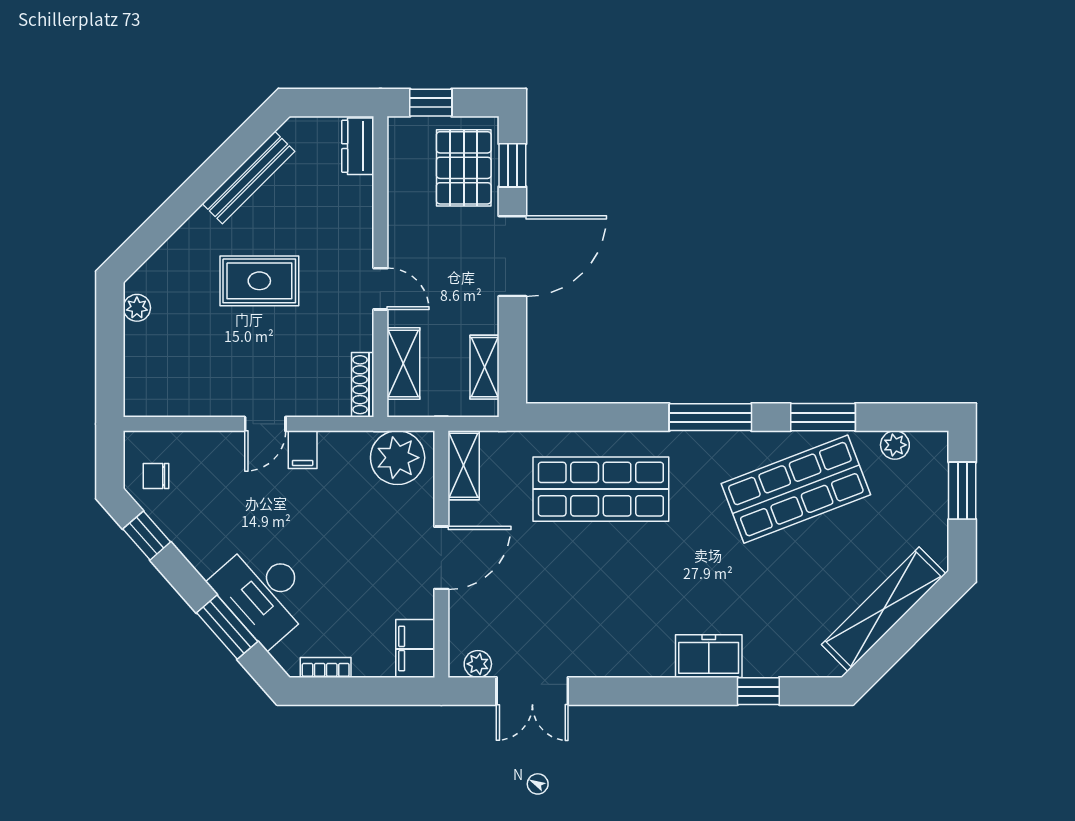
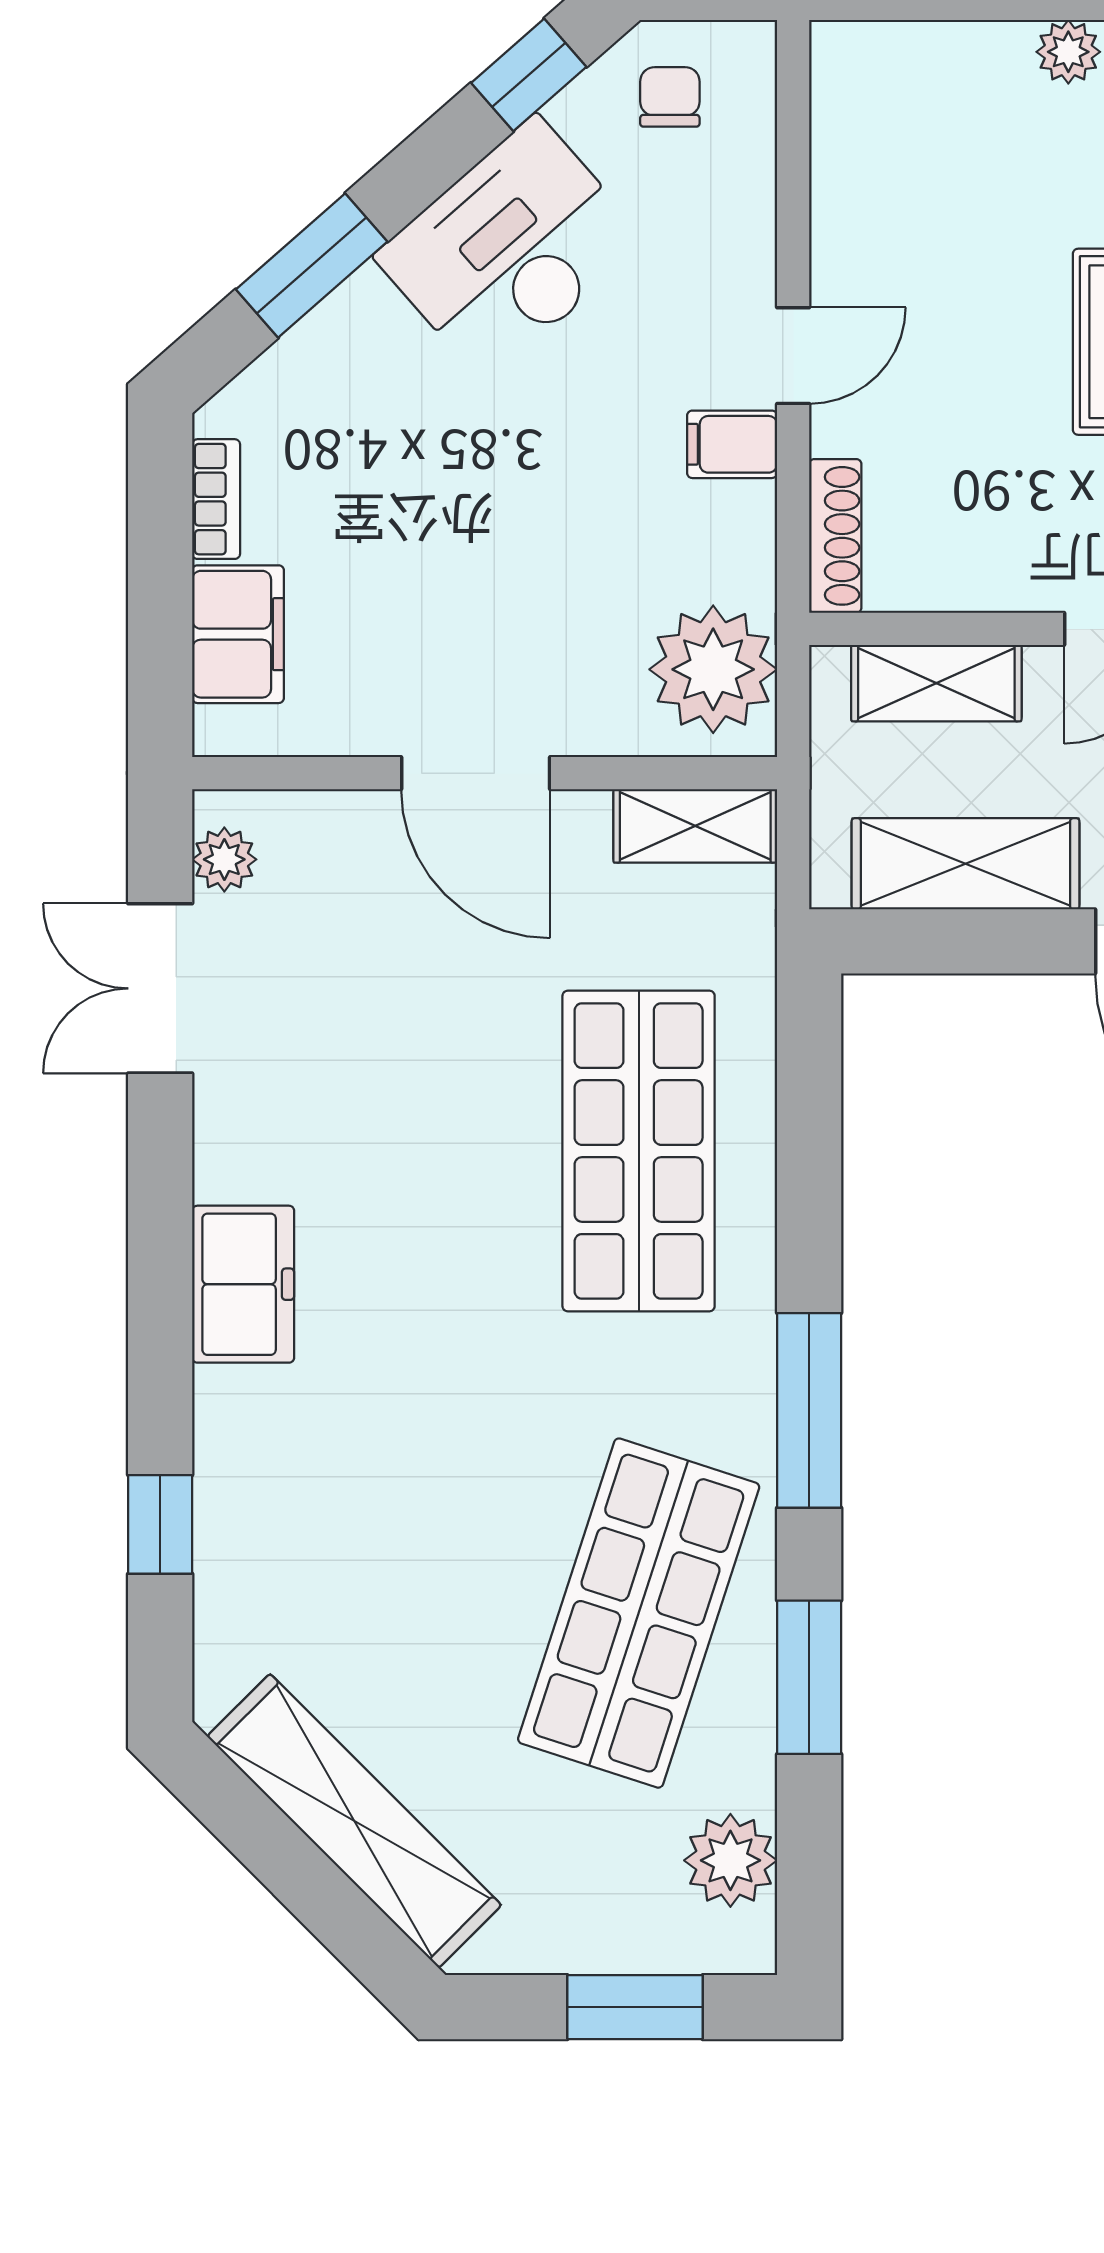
shelving: (484, 367) -> (965, 864), width x1.50, depth x1.33
shoe rack: (363, 385) -> (835, 536), moved, turned 90
door: (265, 424) -> (793, 356), swing flipped
plant: (895, 445) -> (730, 1860), width x1.38, depth x1.38
shop shelf: (796, 489) -> (639, 1613), turned 39
desk: (264, 593) -> (511, 249), moved
filing cabinet: (415, 649) -> (238, 634), moved, turned 90
freezer: (709, 656) -> (243, 1284), moved

